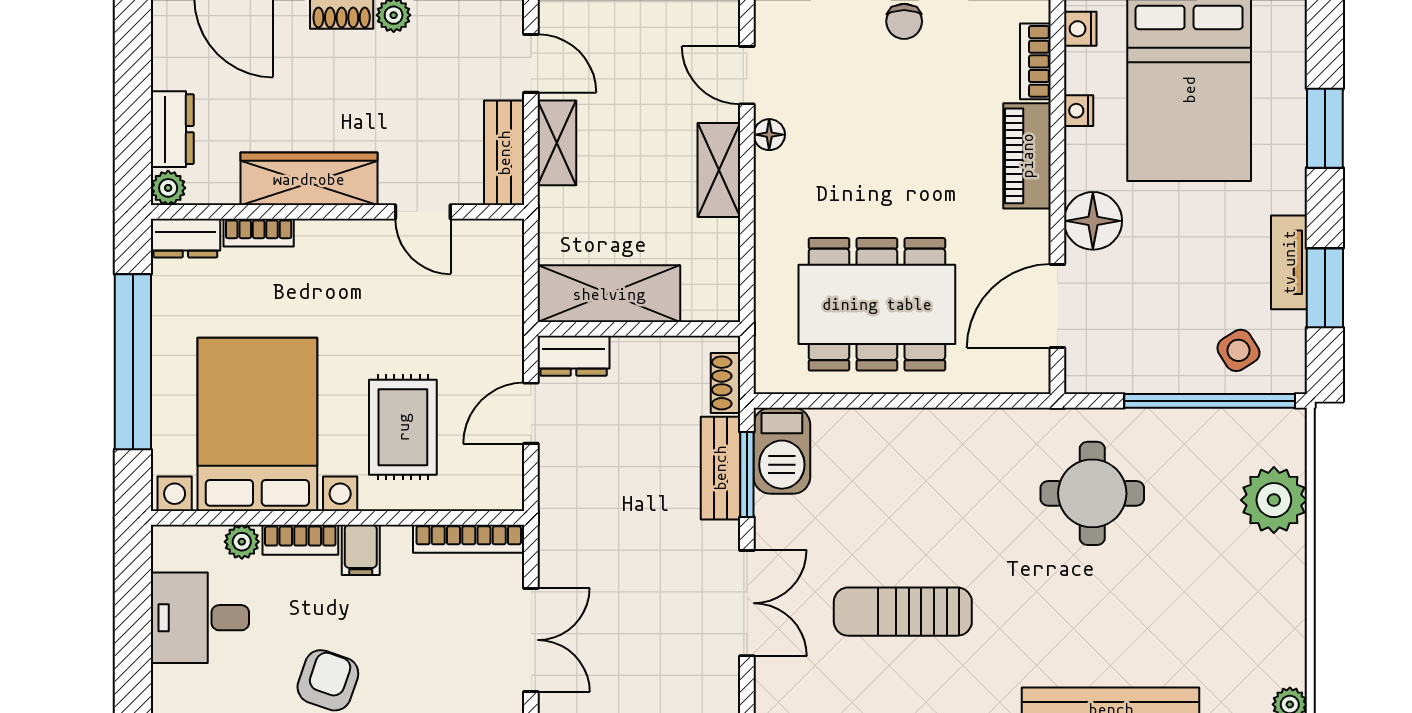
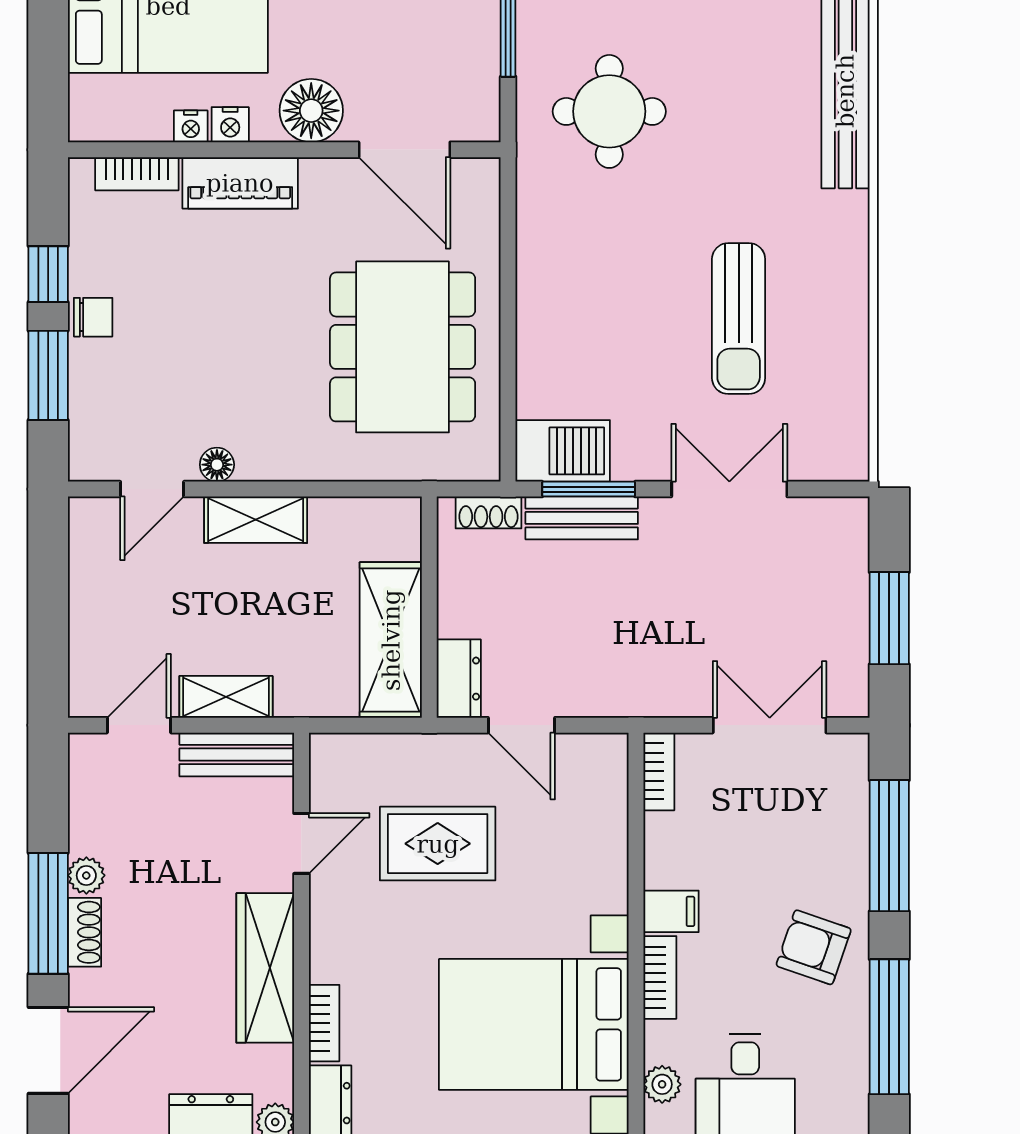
nightstand: (1080, 29) -> (230, 125), moved
rug: (403, 427) -> (438, 844), moved
bookcase: (469, 539) -> (659, 771), width x0.64
plant: (242, 542) -> (662, 1084), moved

